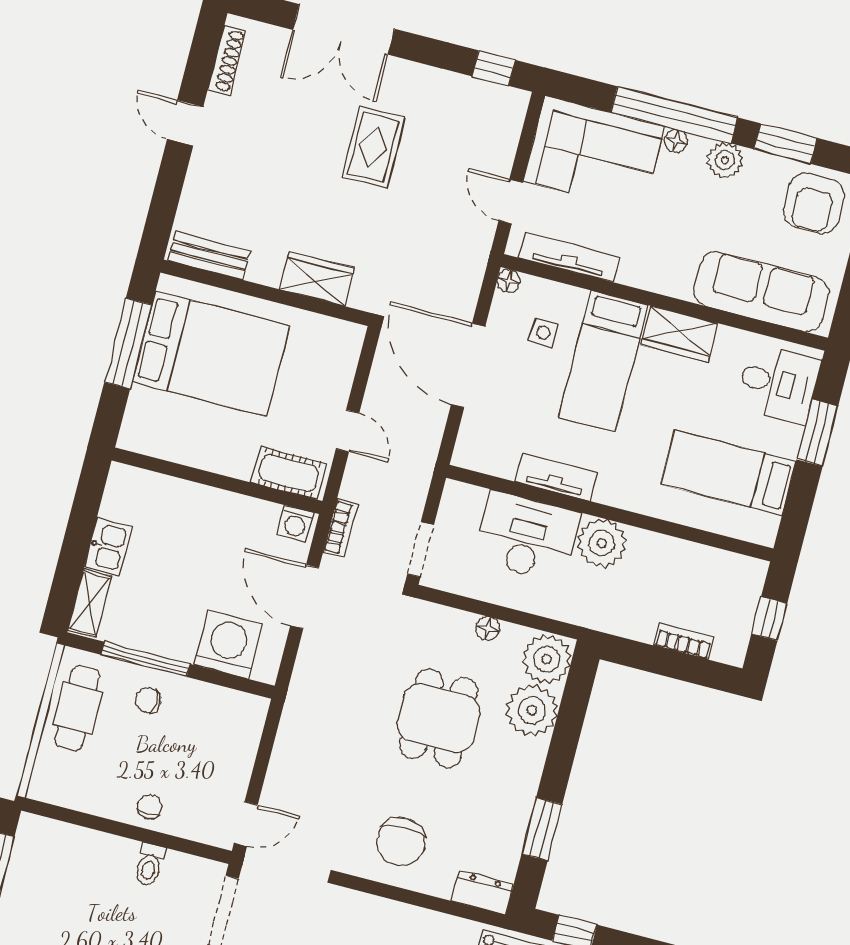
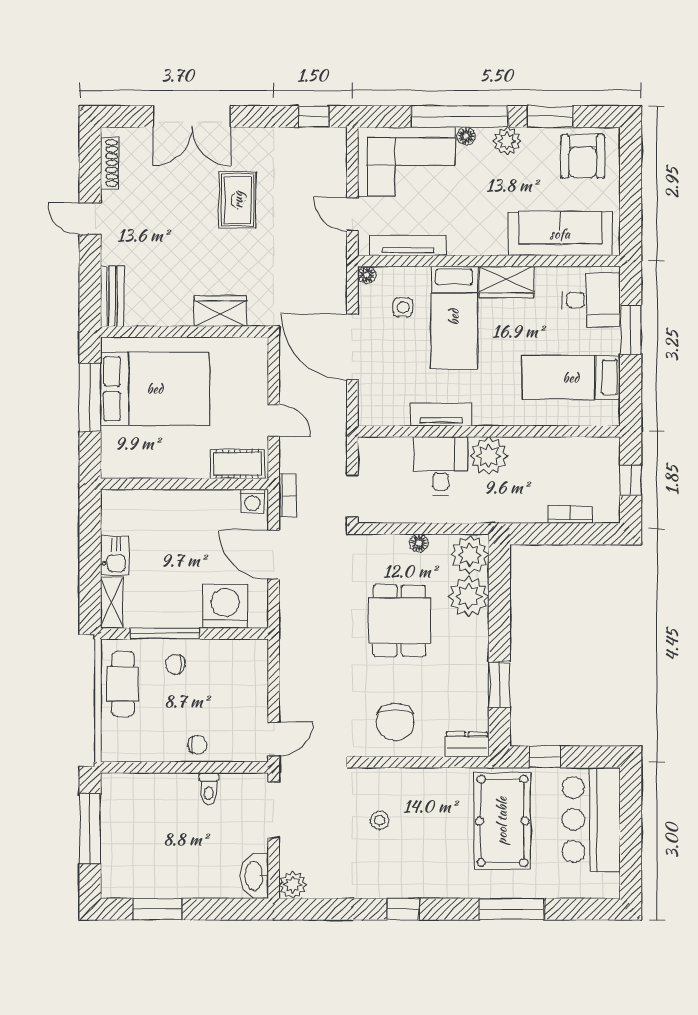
bench: (209, 256) -> (112, 296), moved, turned 90
desk: (527, 537) -> (440, 466), width x0.73
chair: (150, 807) -> (197, 745), turned 90

